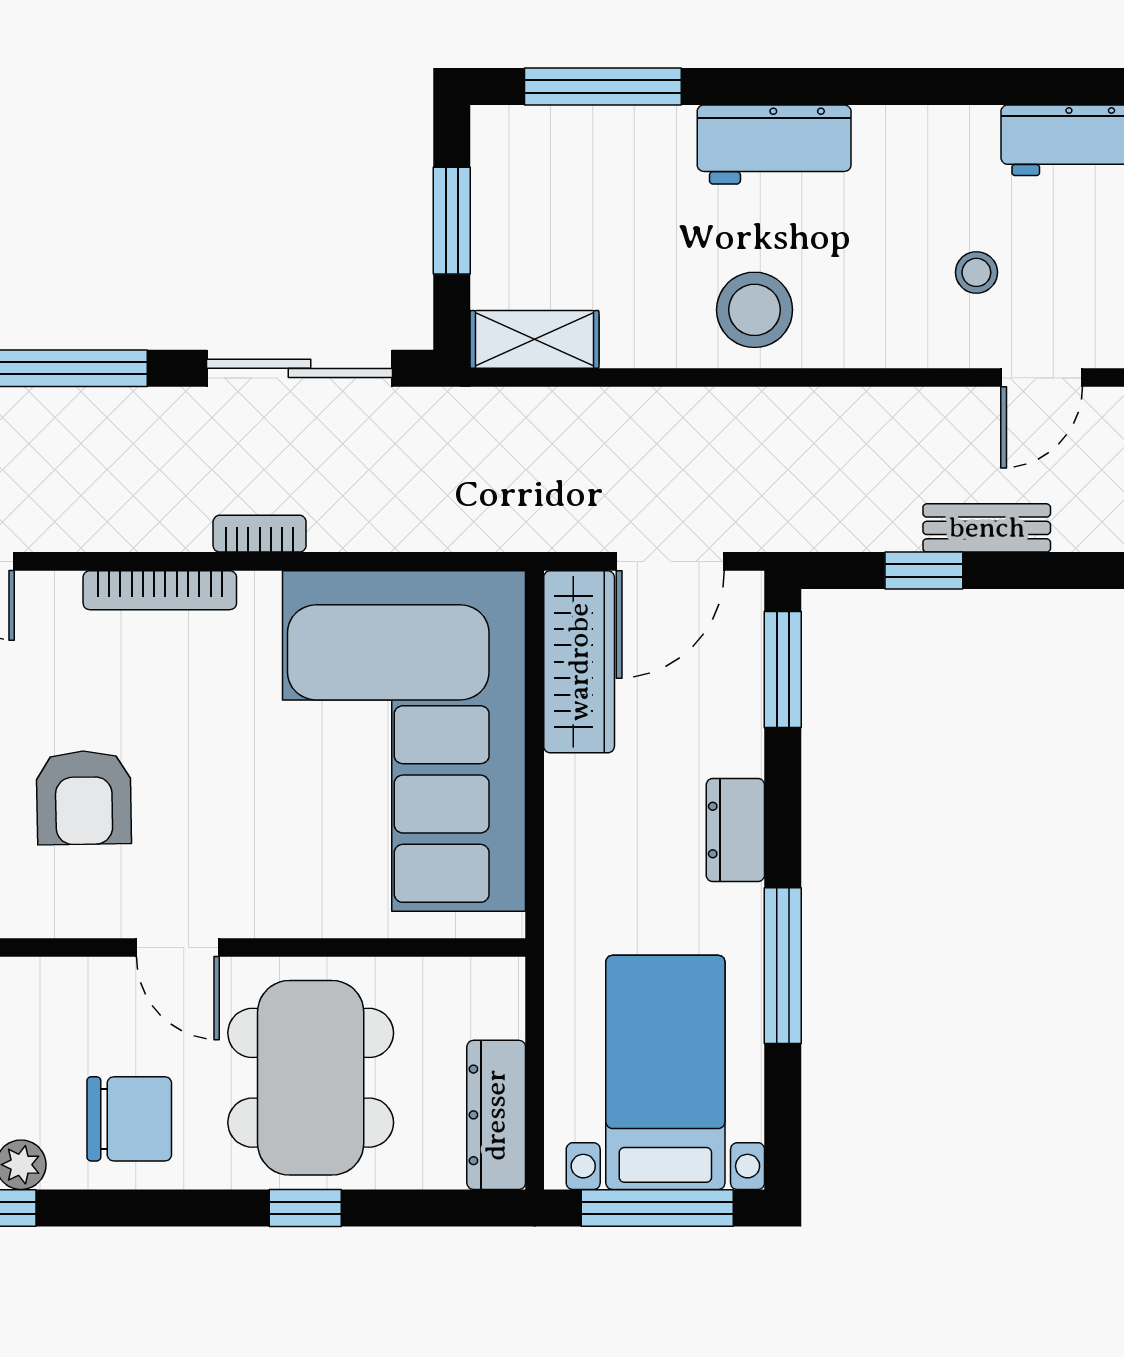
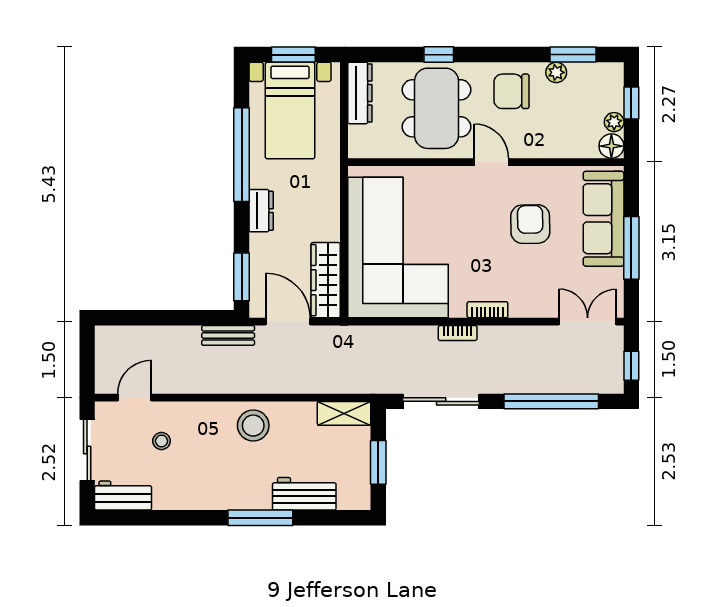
window: (603, 86) -> (260, 518), moved
workbench: (774, 145) -> (304, 494), moved
bench: (987, 528) -> (228, 335), moved
door: (670, 561) -> (288, 322), hinge flipped
window: (924, 571) -> (183, 318), removed
bookcase: (160, 590) -> (487, 310), width x0.64
window: (783, 966) -> (242, 155), width x1.46
window: (657, 1208) -> (293, 55), width x0.69

